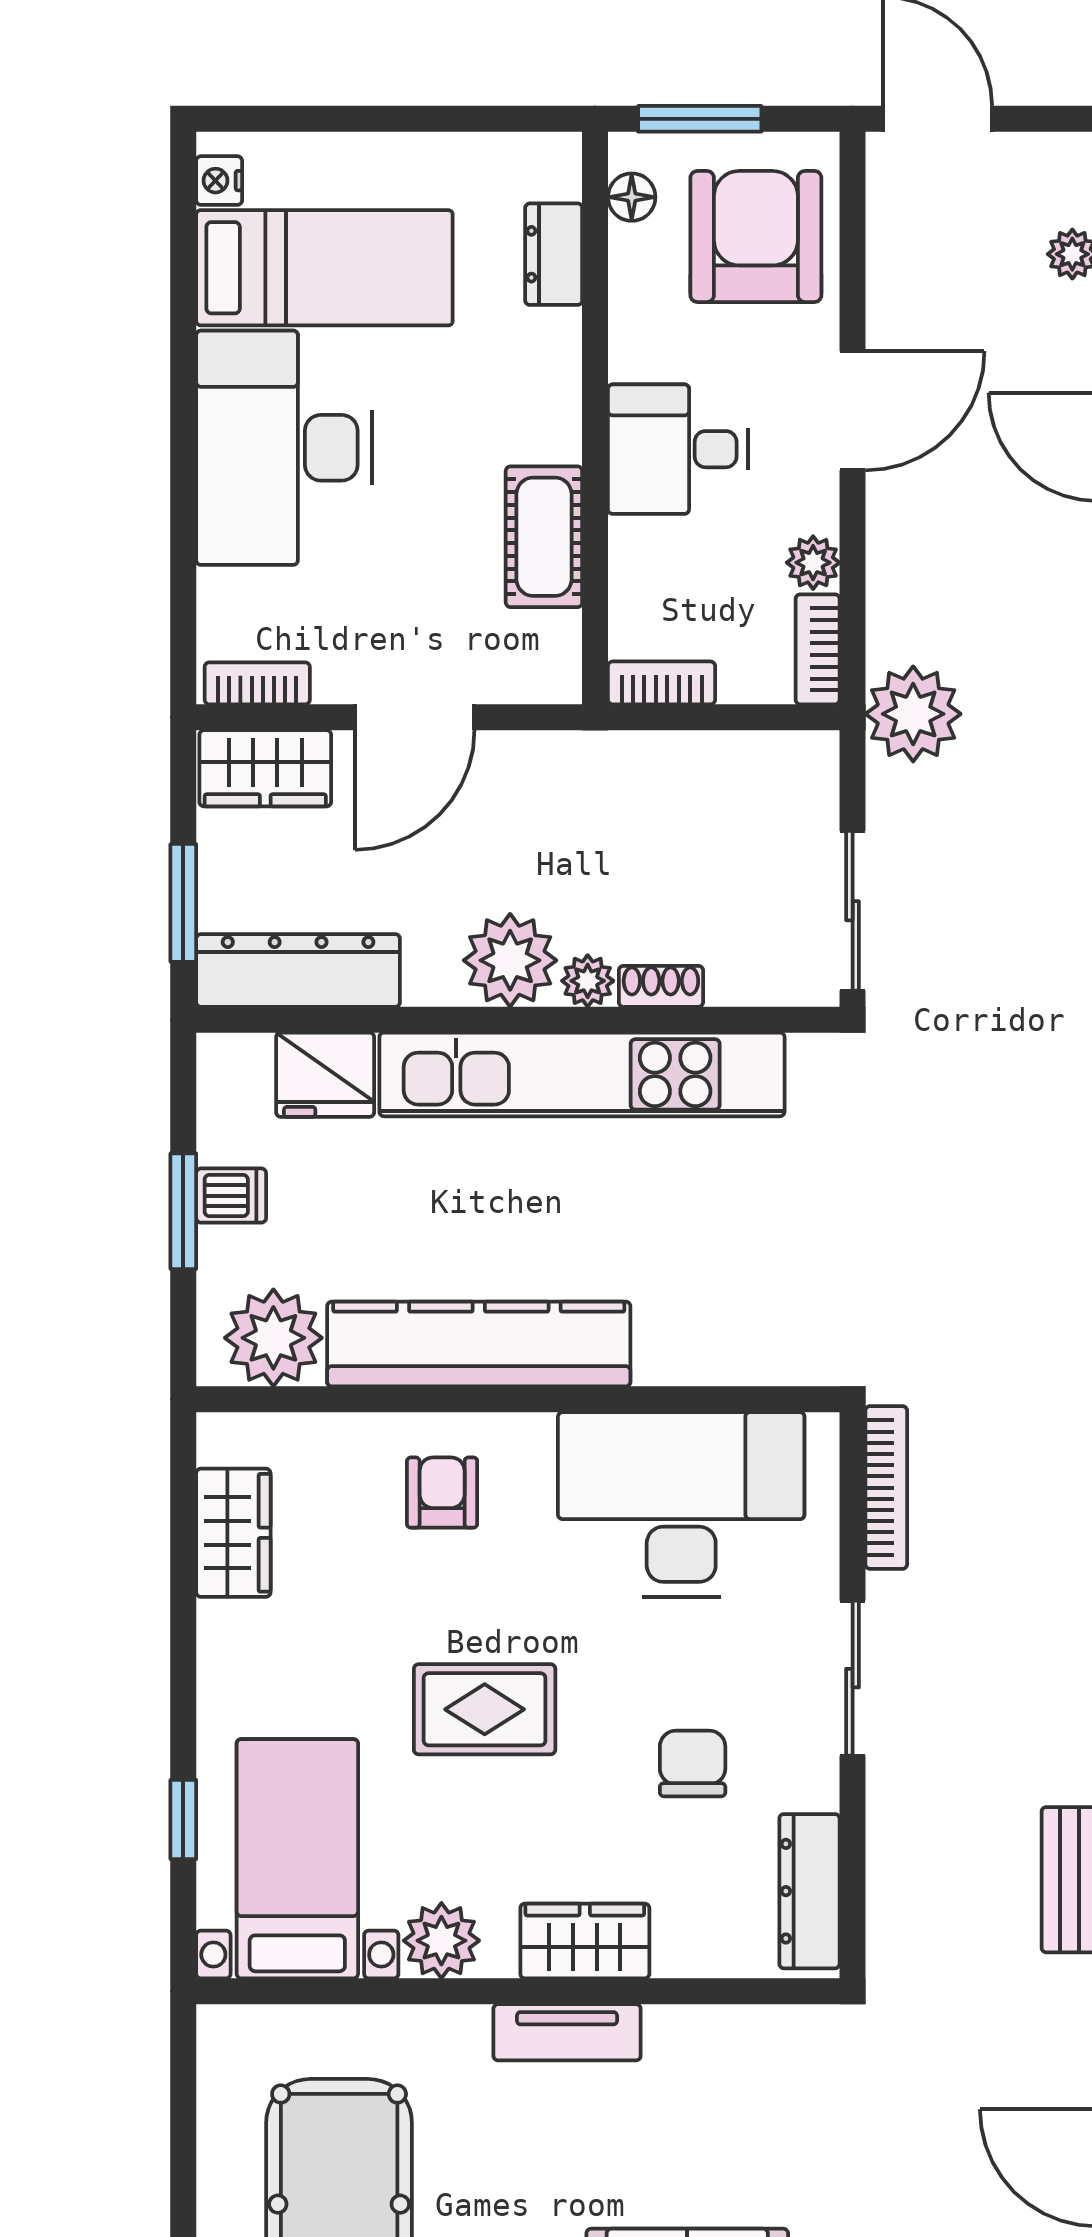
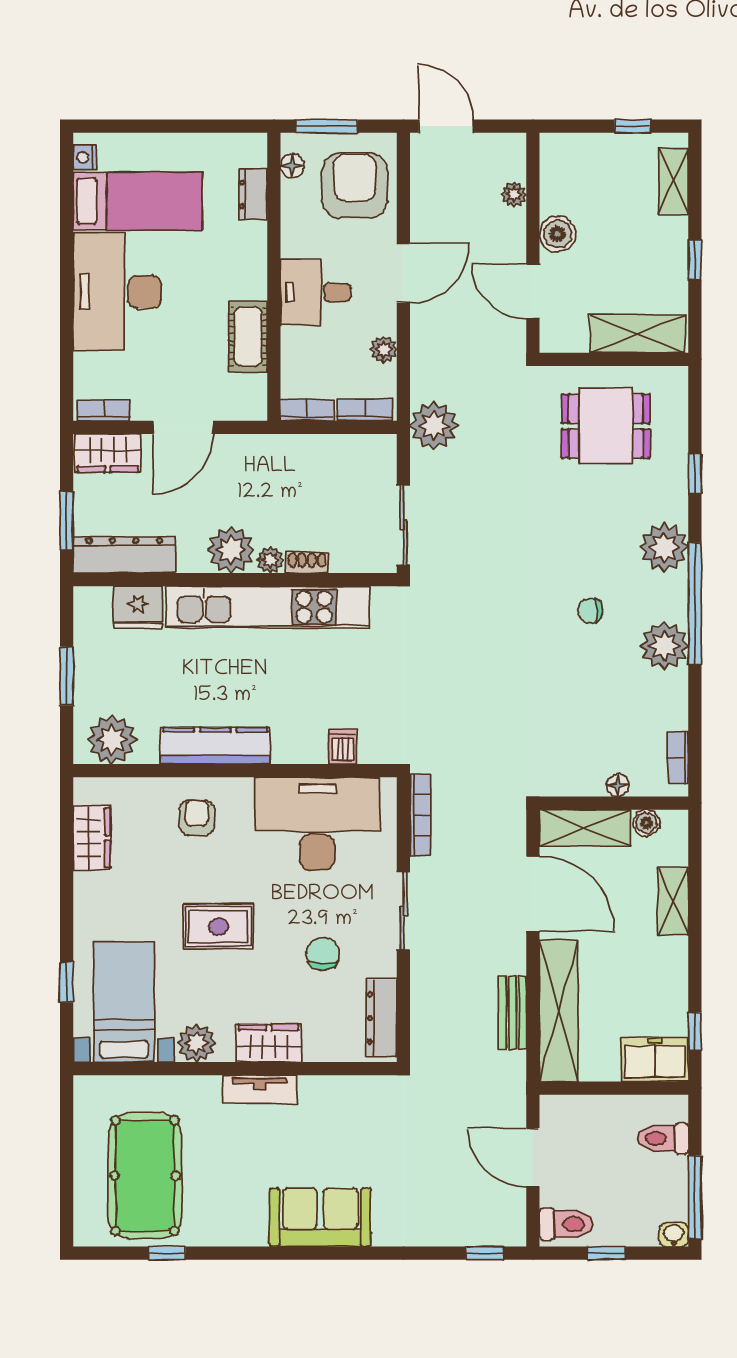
bookcase: (818, 649) -> (365, 410), moved, turned 90
dishwasher: (231, 1196) -> (343, 747), moved, turned -90
kitchen counter: (479, 1344) -> (215, 746), width x0.72, depth x0.86

